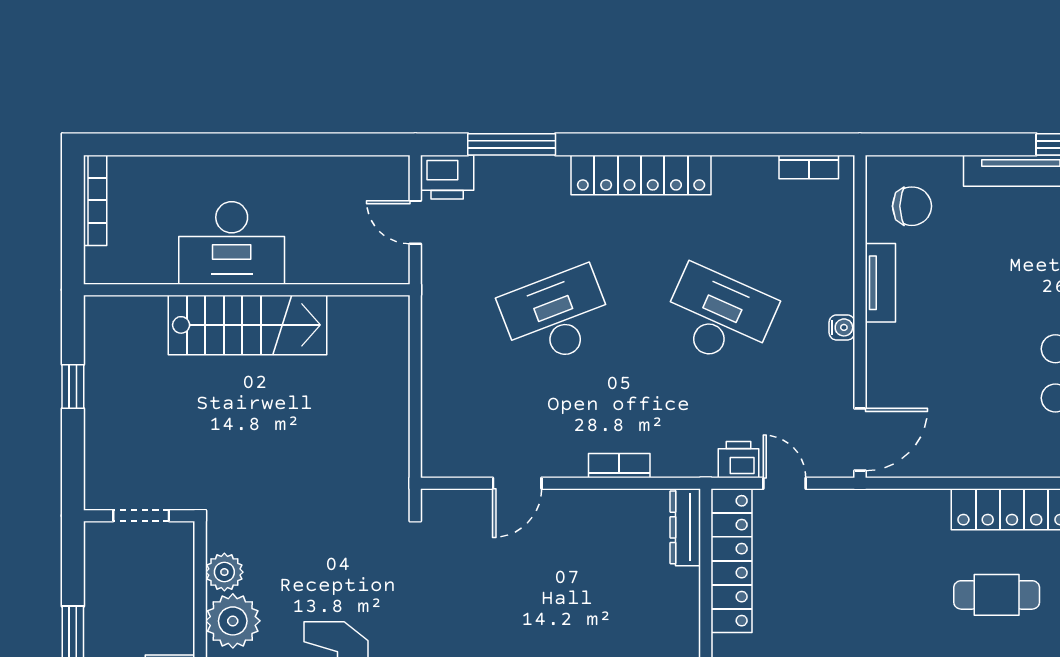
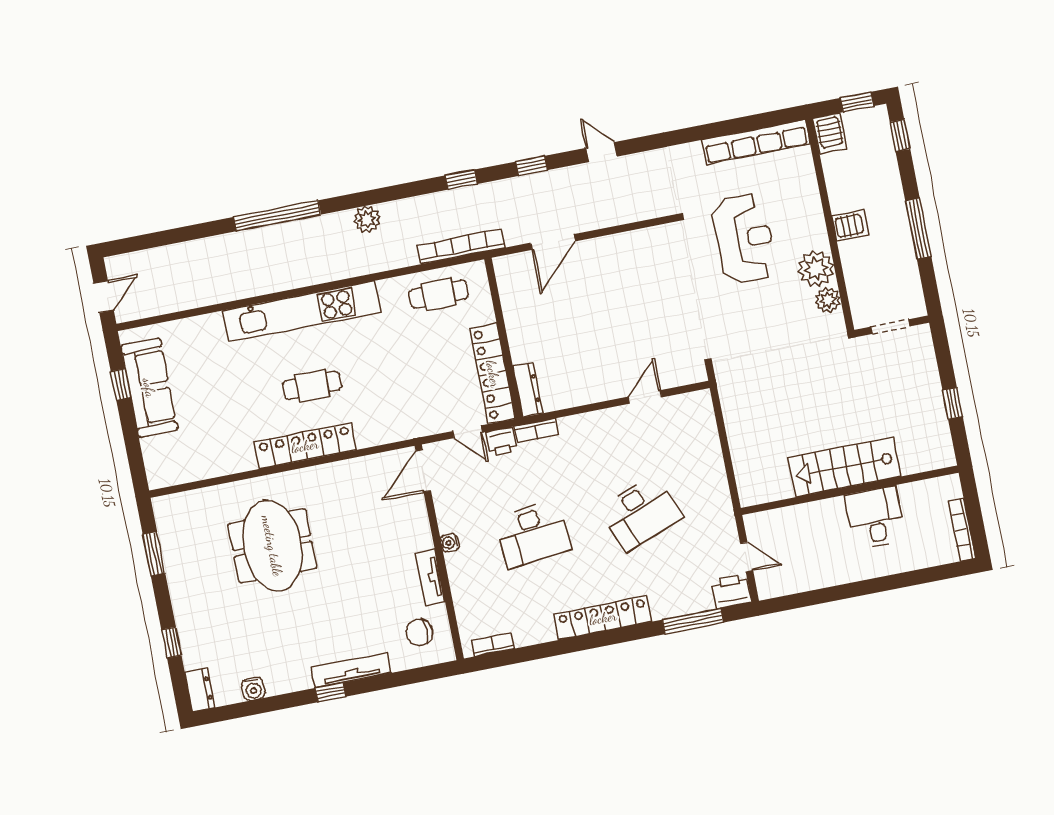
desk: (232, 243) -> (875, 518), width x0.73
desk: (719, 317) -> (533, 534), turned -30
bookcase: (619, 466) -> (536, 431), moved

